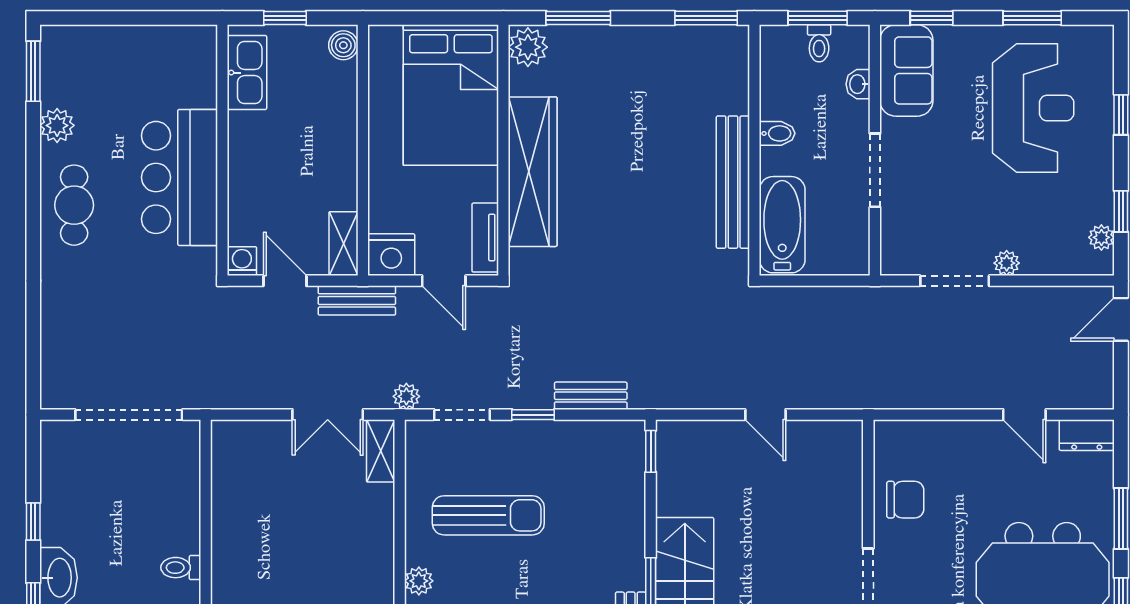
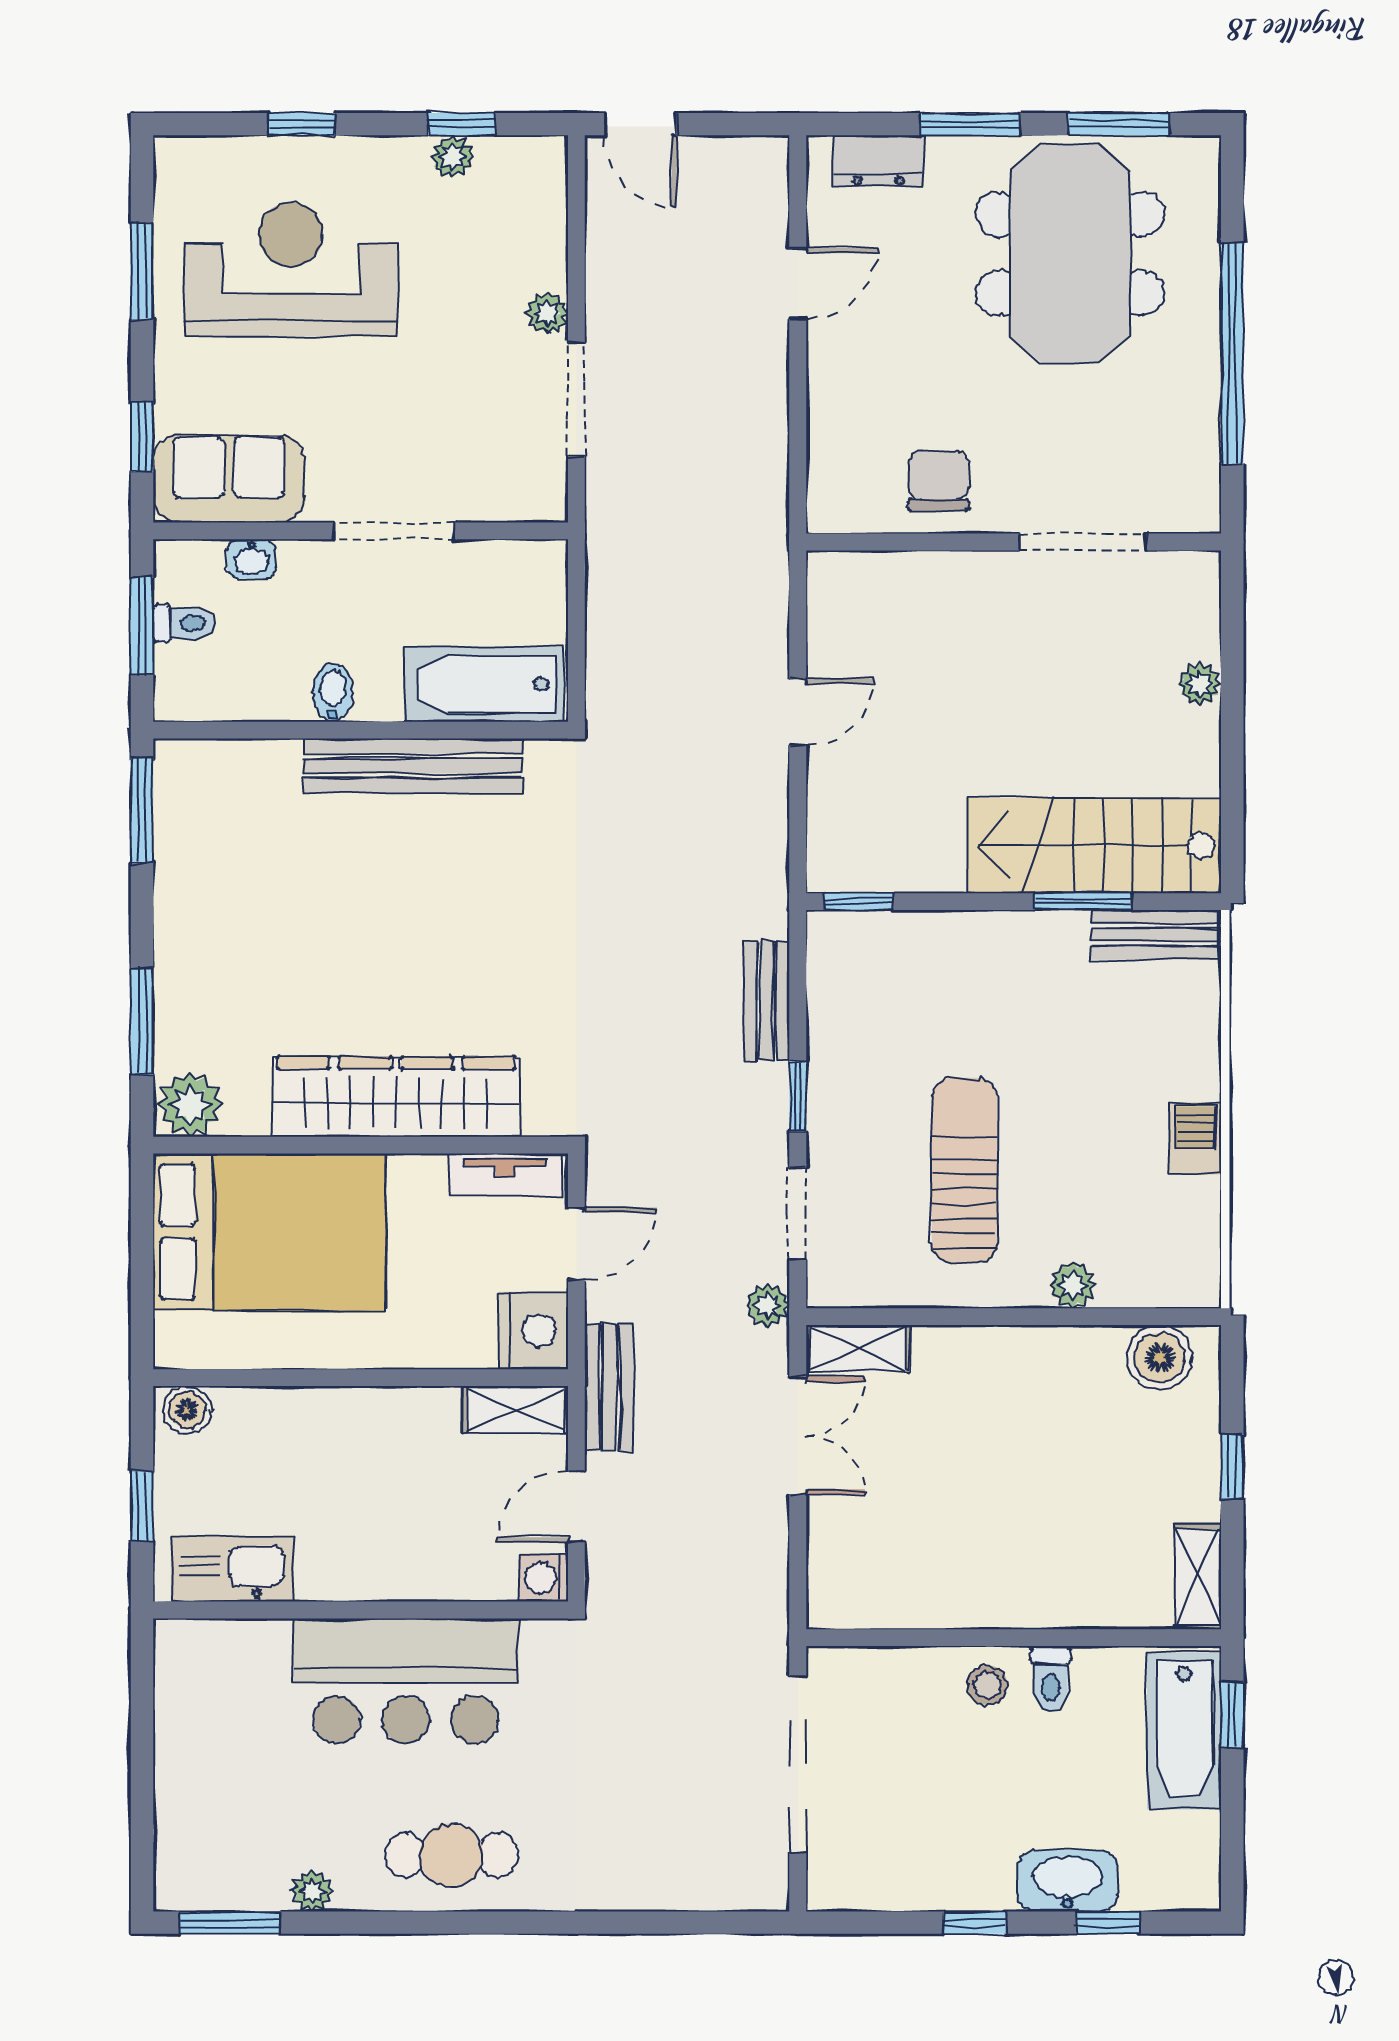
plant: (57, 125) -> (312, 1891), width x0.73, depth x0.73
plant: (1101, 237) -> (452, 156), moved
dresser: (1087, 435) -> (878, 161), moved, turned 90
stool: (177, 529) -> (988, 1685), added

